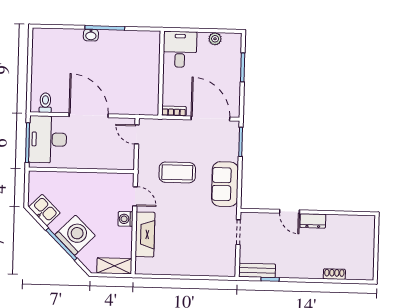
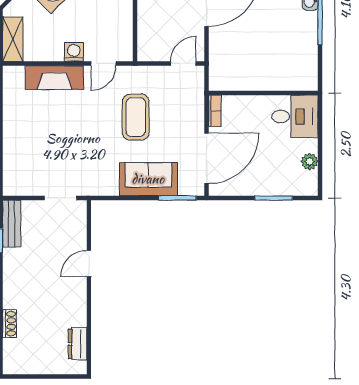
sofa: (225, 184) -> (148, 179), moved
dresser: (313, 221) -> (78, 344), moved

